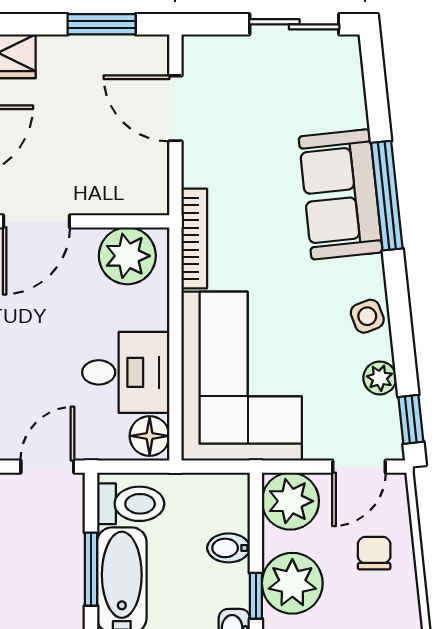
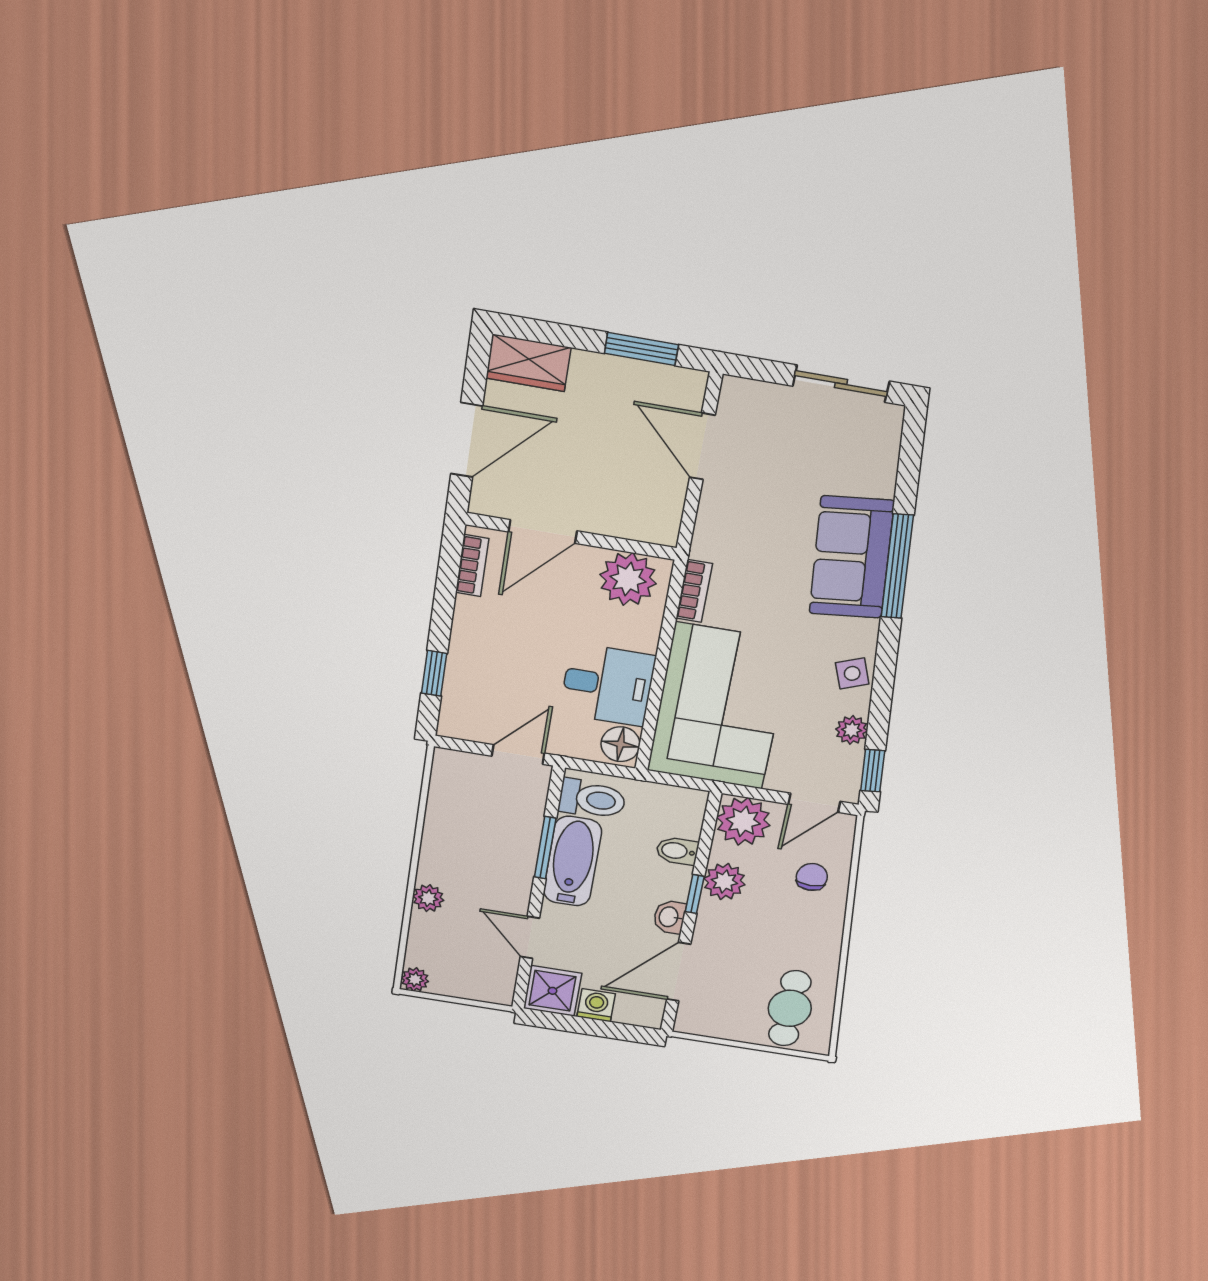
bookcase: (194, 239) -> (694, 591), width x0.64
plant: (292, 583) -> (724, 881), width x0.73, depth x0.73

